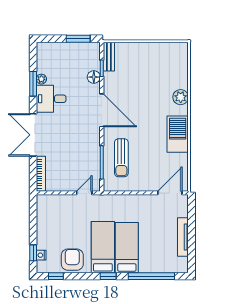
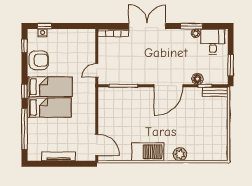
desk: (51, 99) -> (213, 42), moved
sun lounger: (121, 158) -> (127, 103), removed
door: (84, 193) -> (97, 71), swing flipped

